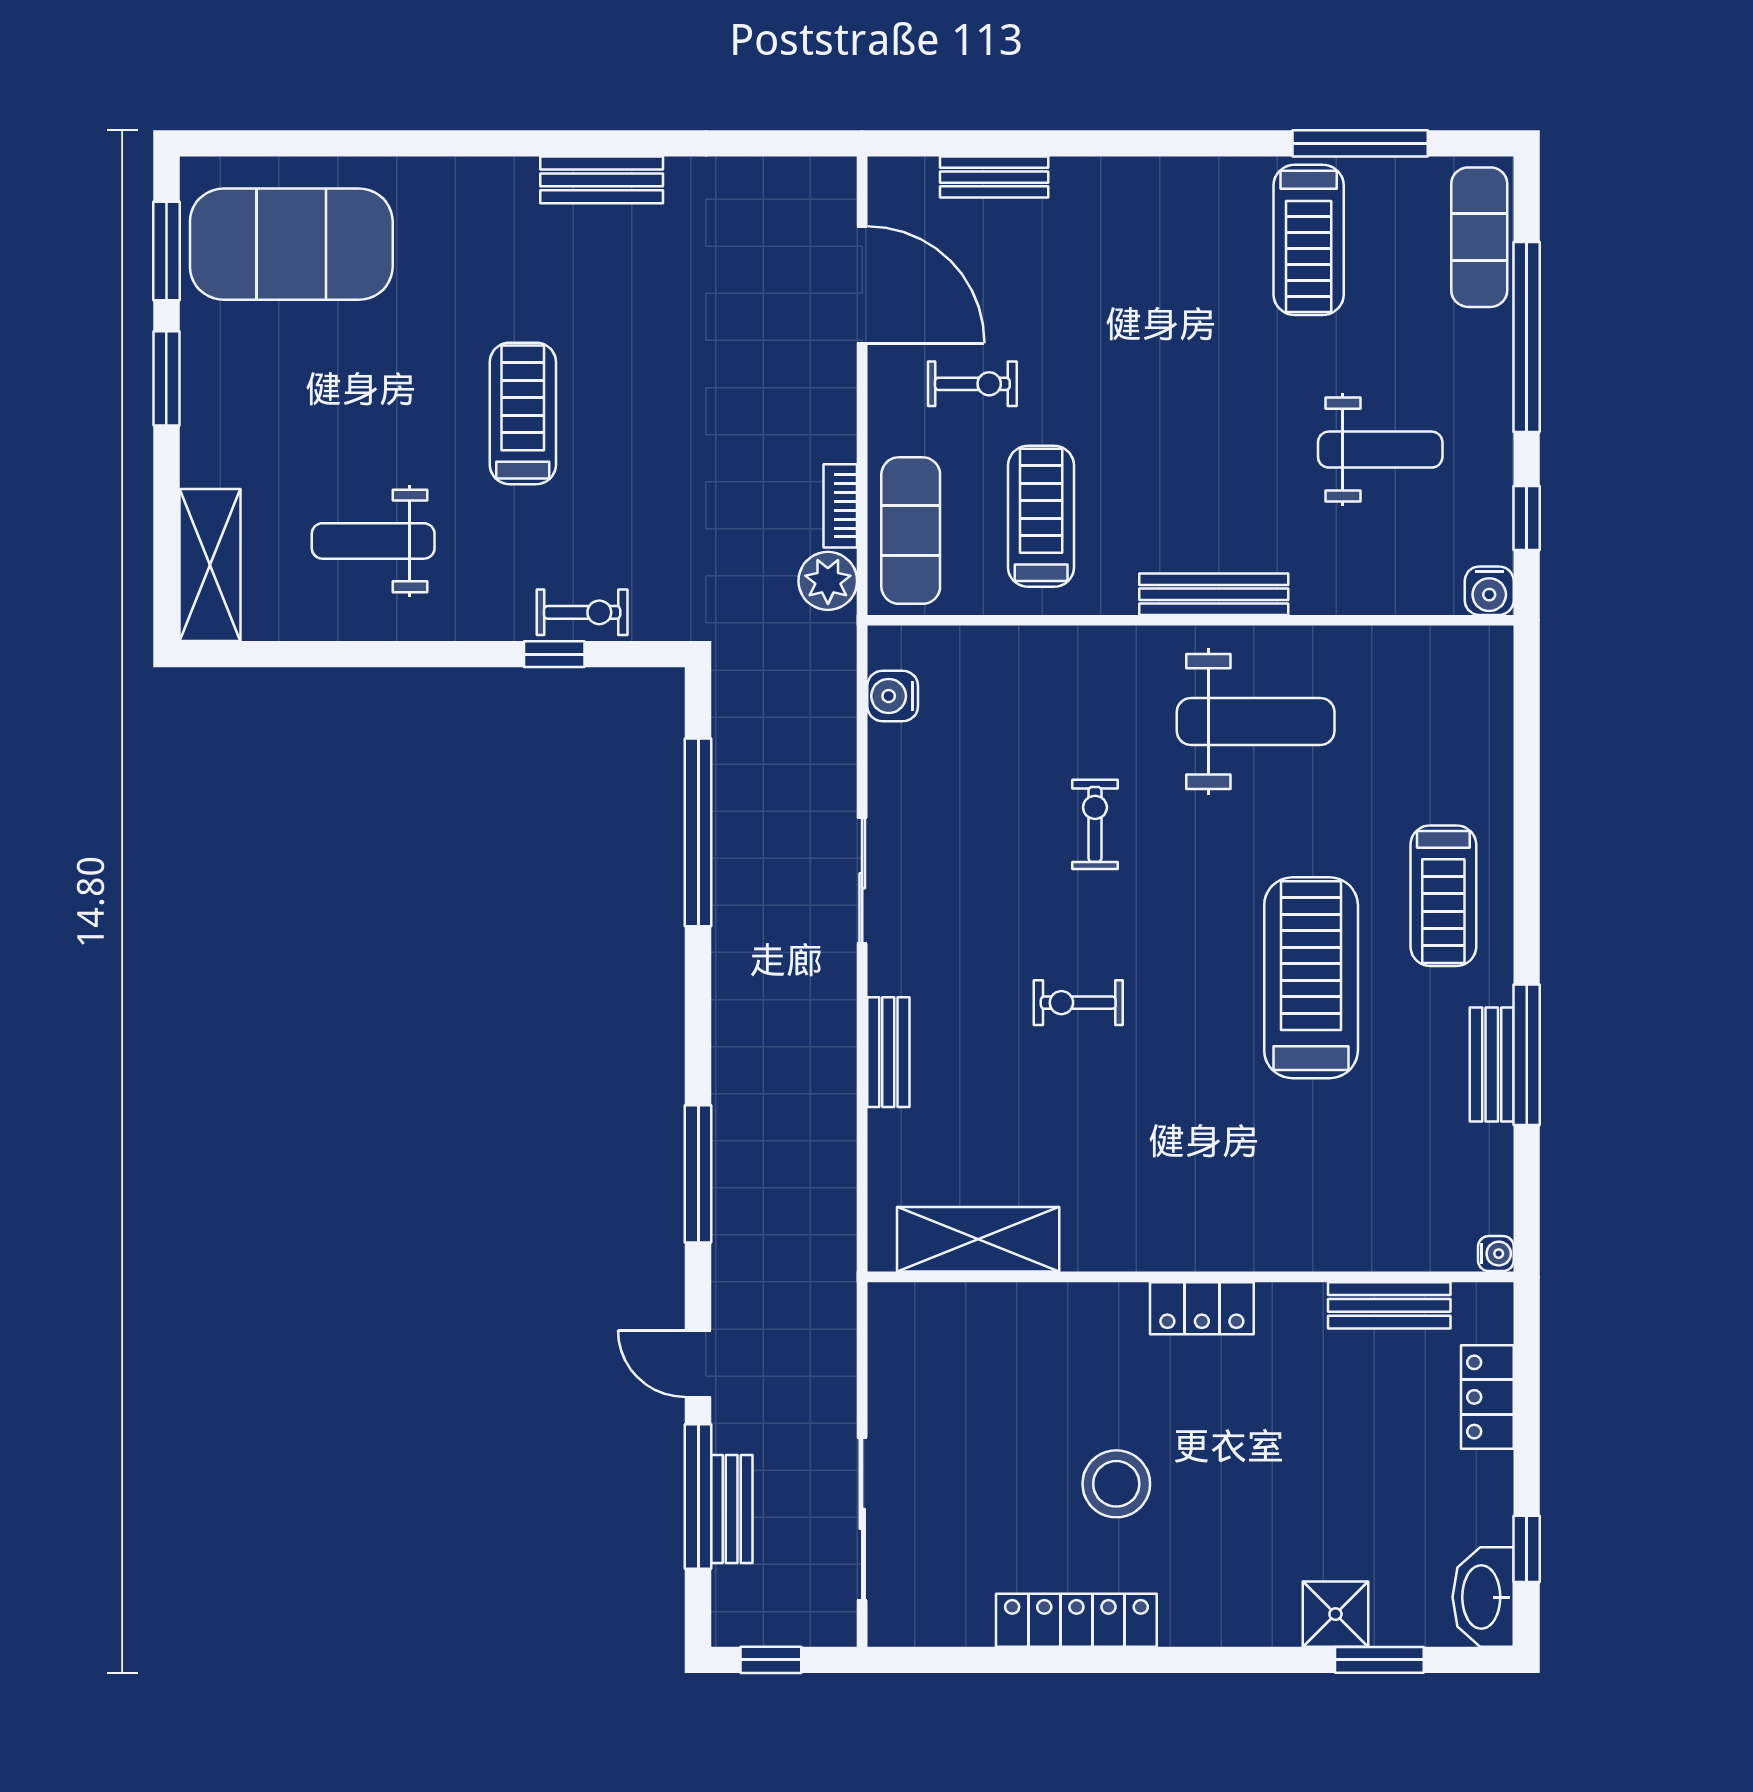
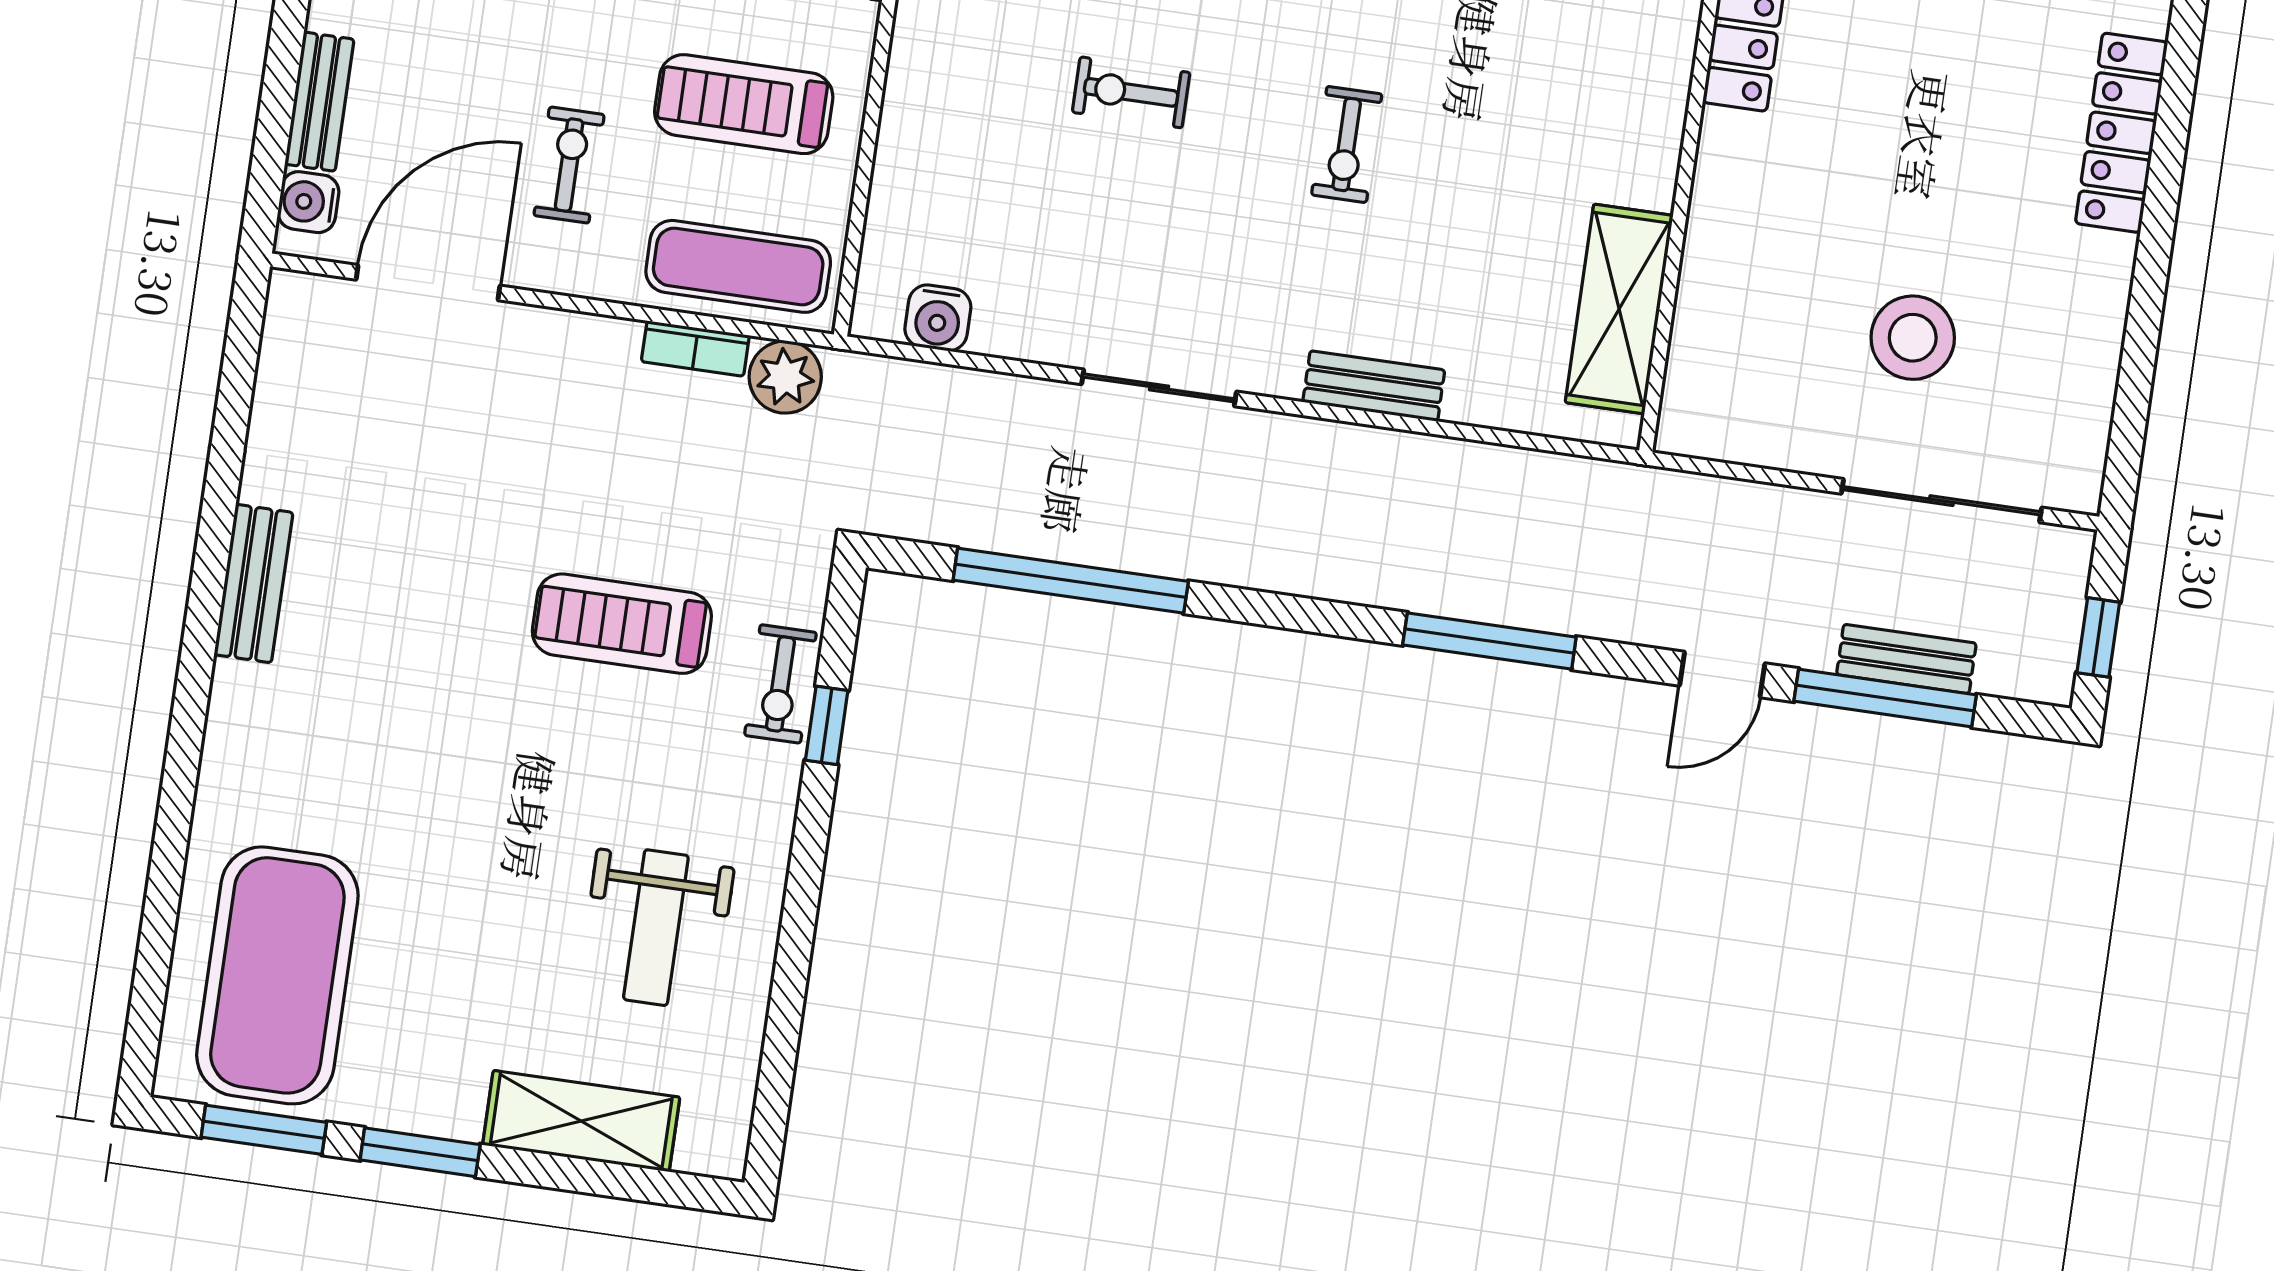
water cooler: (913, 180) -> (308, 202), added
treadmill: (523, 413) -> (622, 624), moved
shelving: (210, 565) -> (581, 1121), moved
exercise bike: (582, 612) -> (780, 684), turned 180
stool: (1116, 1484) -> (1913, 338), moved
locker: (1076, 1620) -> (2121, 133), moved

